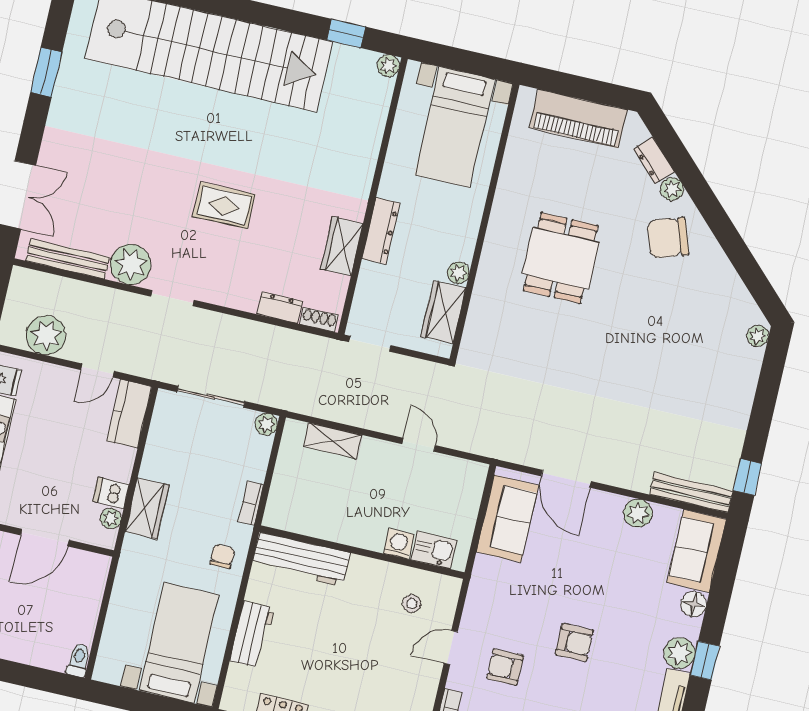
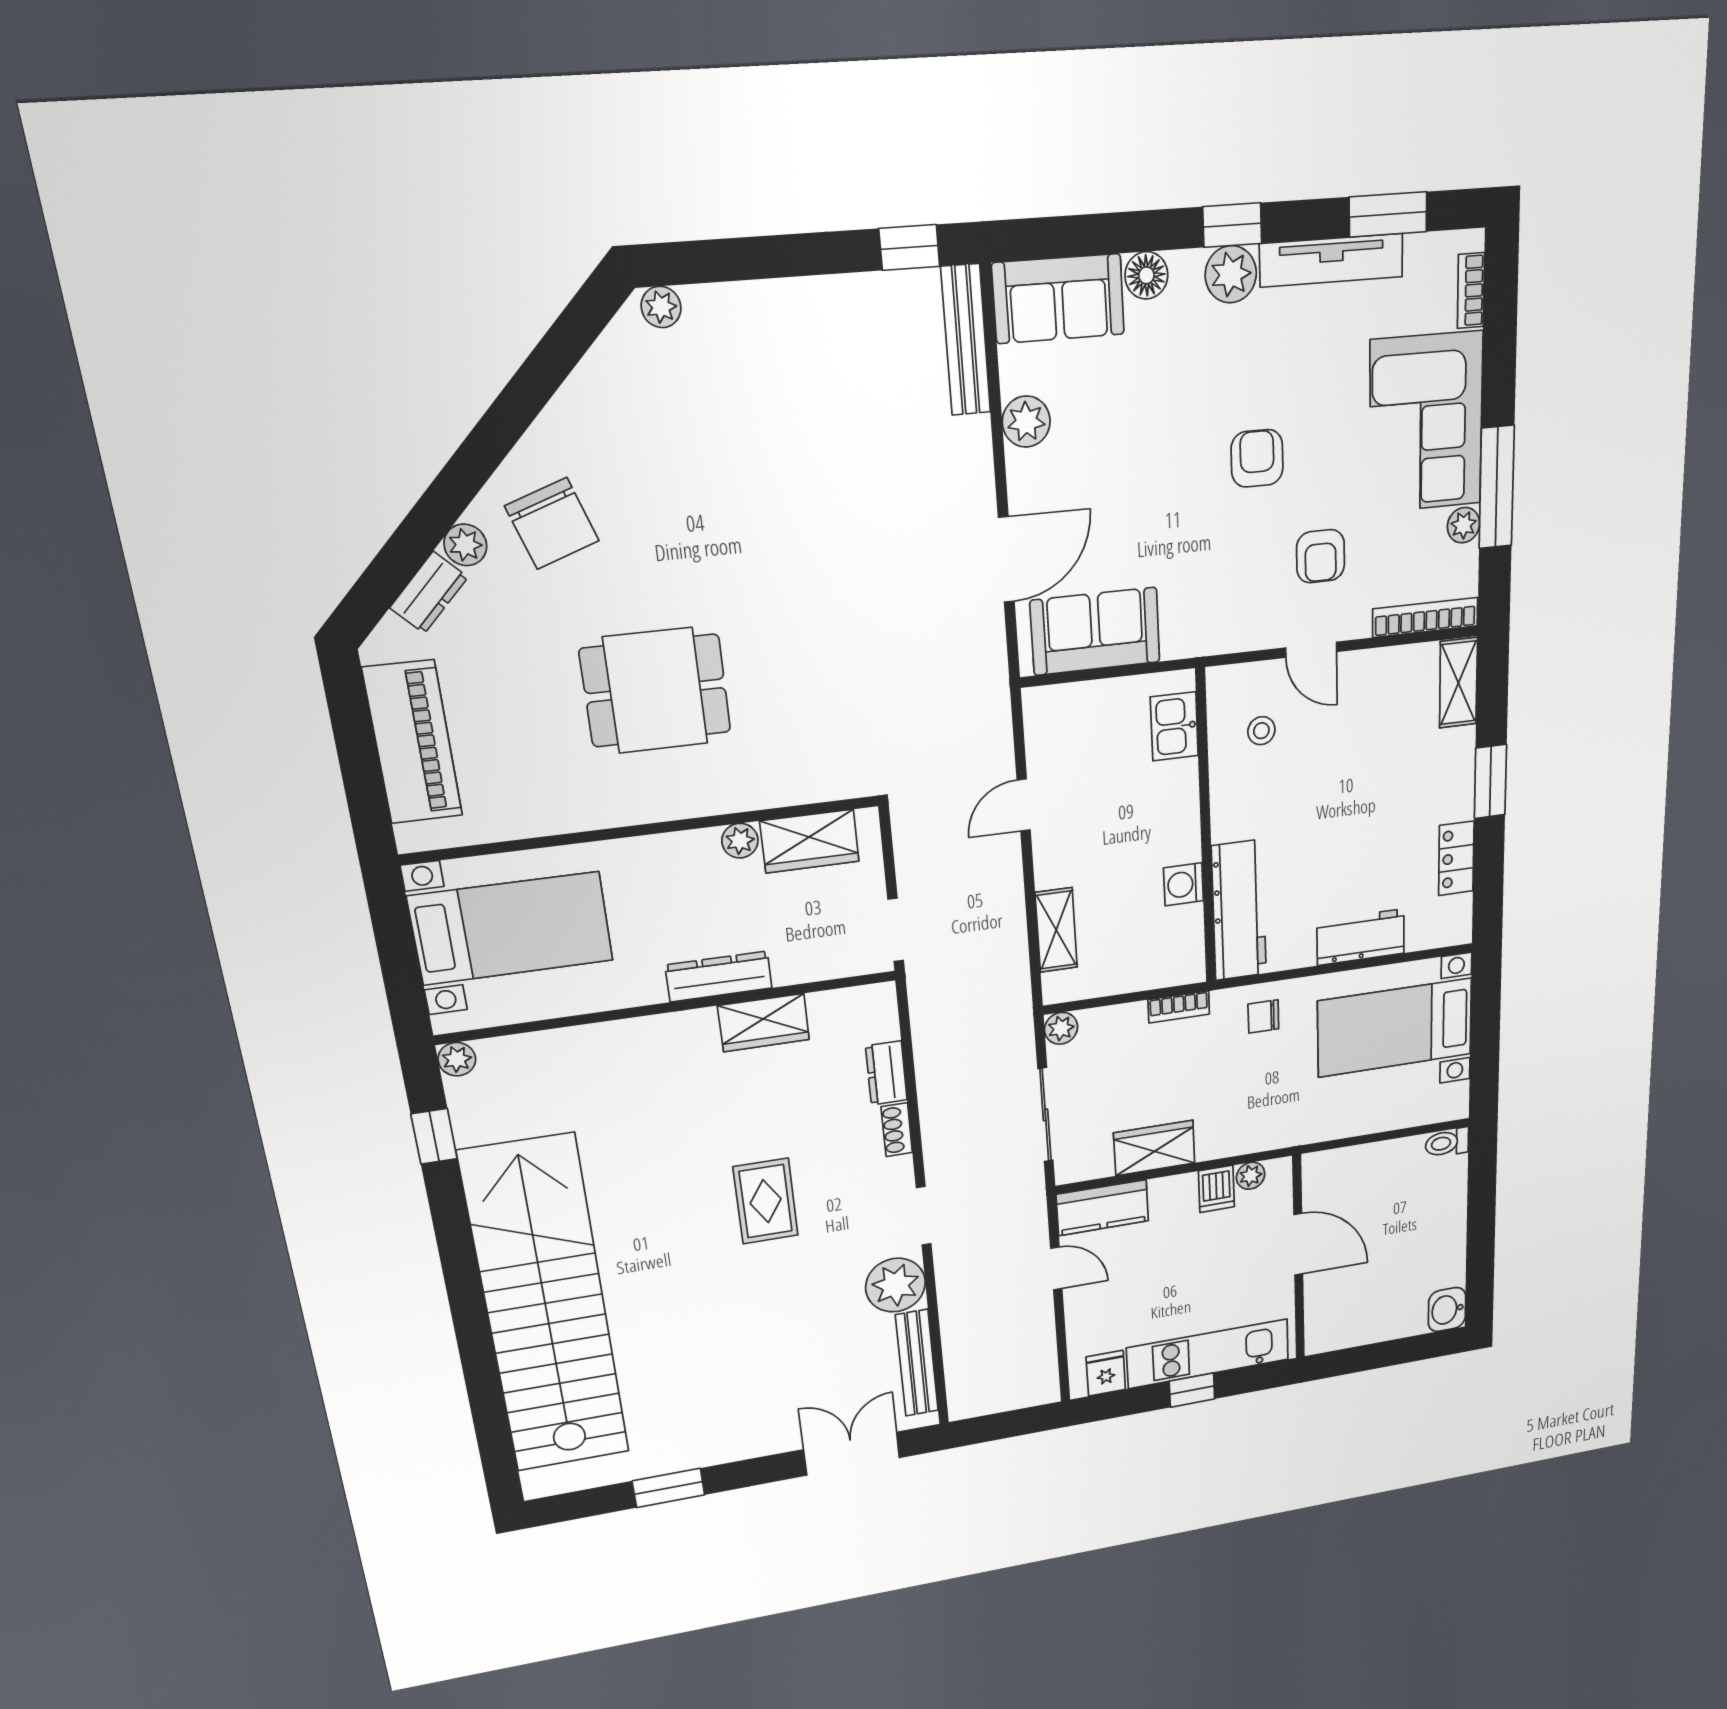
shoe rack: (319, 320) -> (897, 1130), moved
plant: (46, 335) -> (1030, 1347), removed
wardrobe: (147, 508) -> (1154, 1148), moved
washing machine: (399, 544) -> (1183, 884), moved

